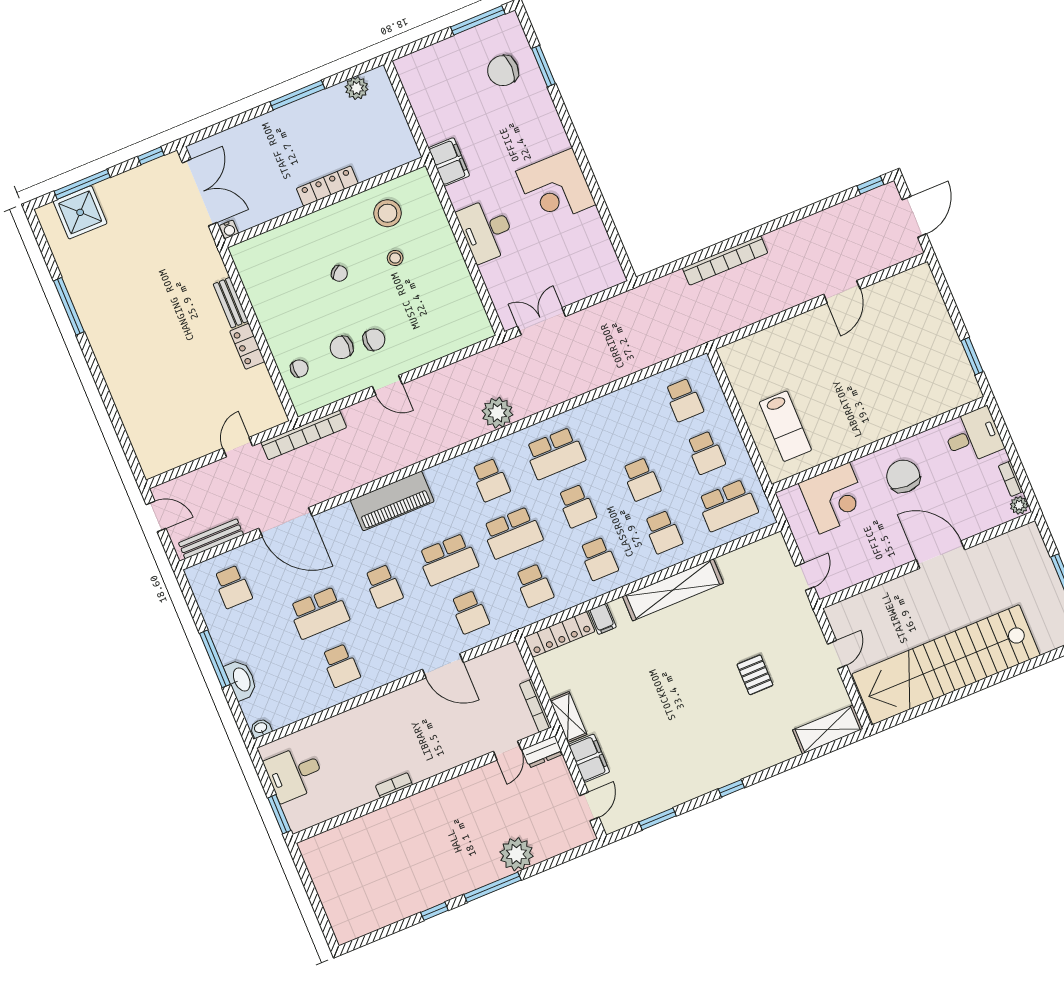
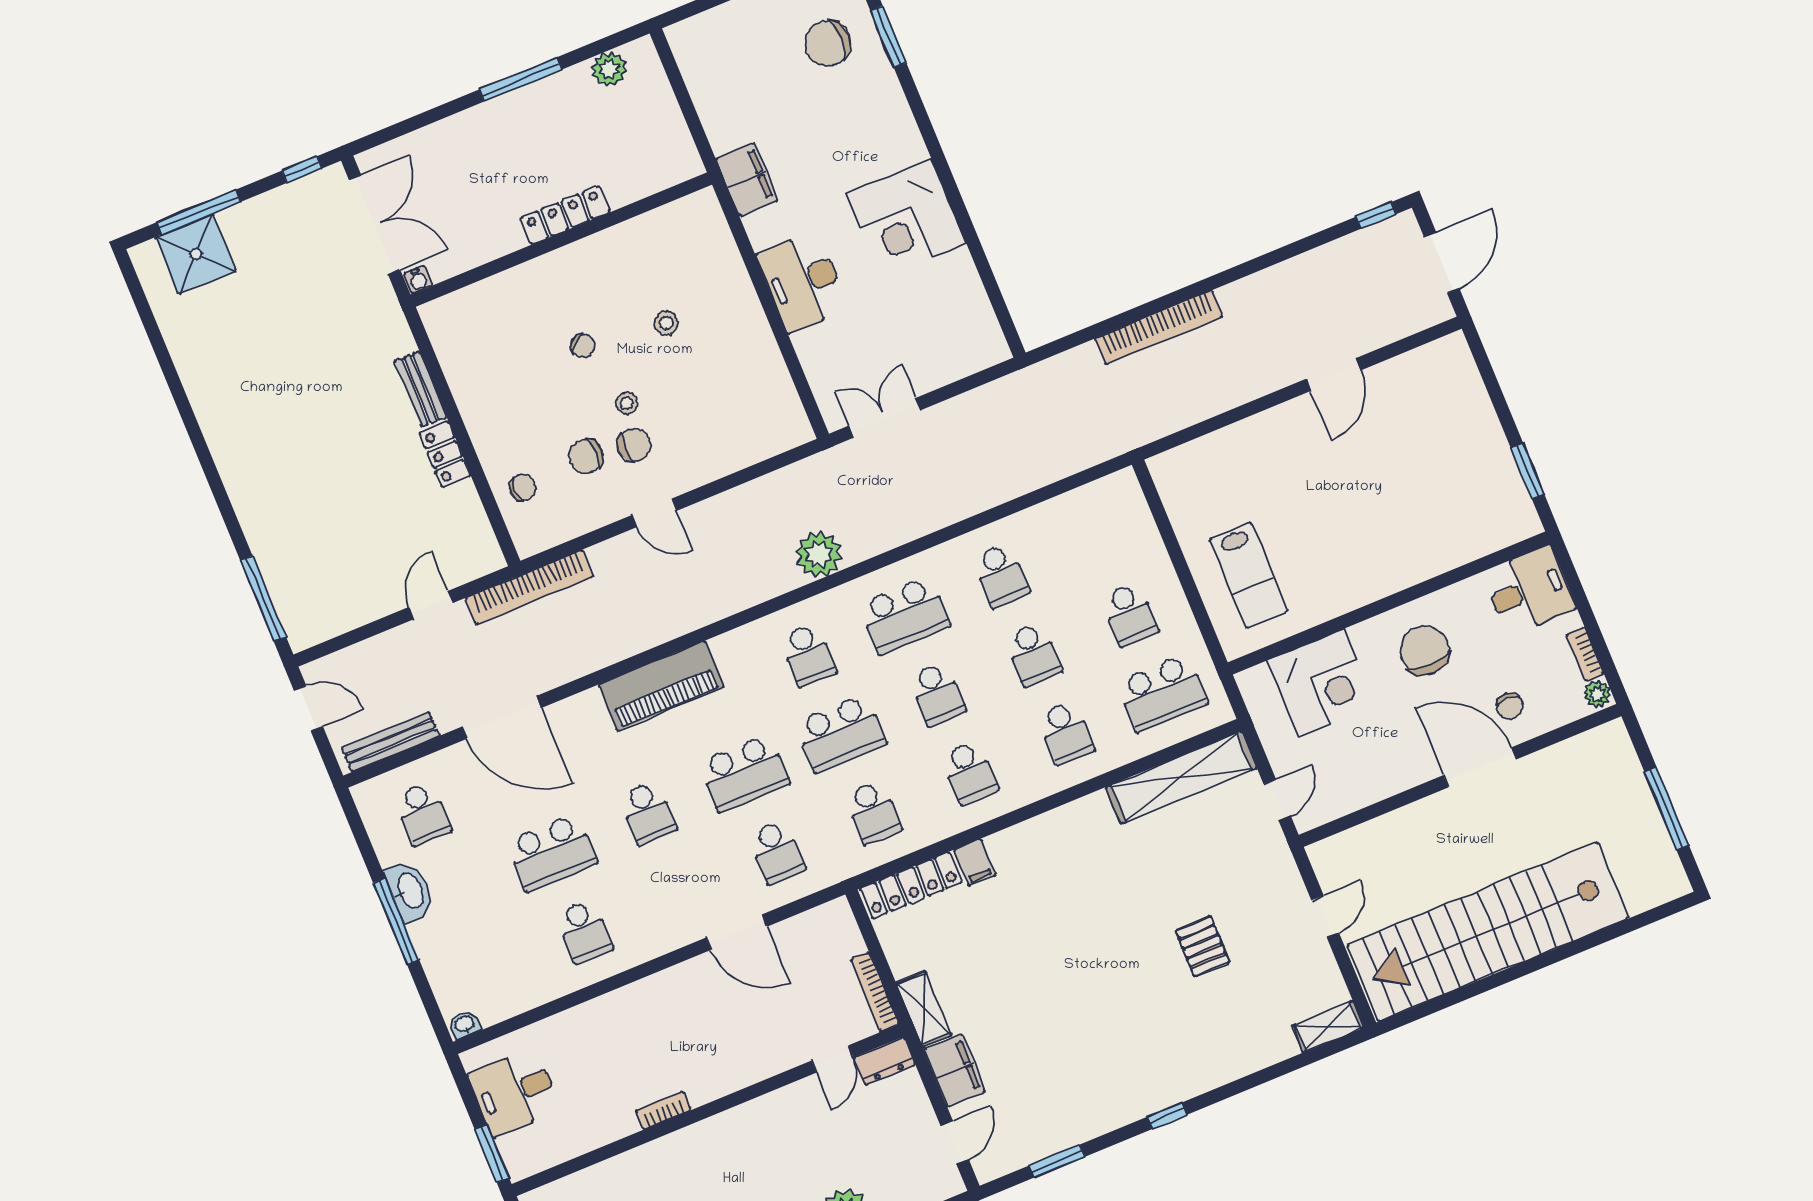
stool: (388, 213) -> (627, 403), moved, width x0.53, depth x0.53
window: (69, 306) -> (263, 599), moved
school desk: (684, 400) -> (1001, 575), moved
chair: (960, 514) -> (1510, 706), added
shelving: (673, 590) -> (1181, 778), moved
washbasin: (241, 680) -> (410, 891), moved
shelving: (828, 730) -> (1328, 1027), width x0.67, depth x0.75

